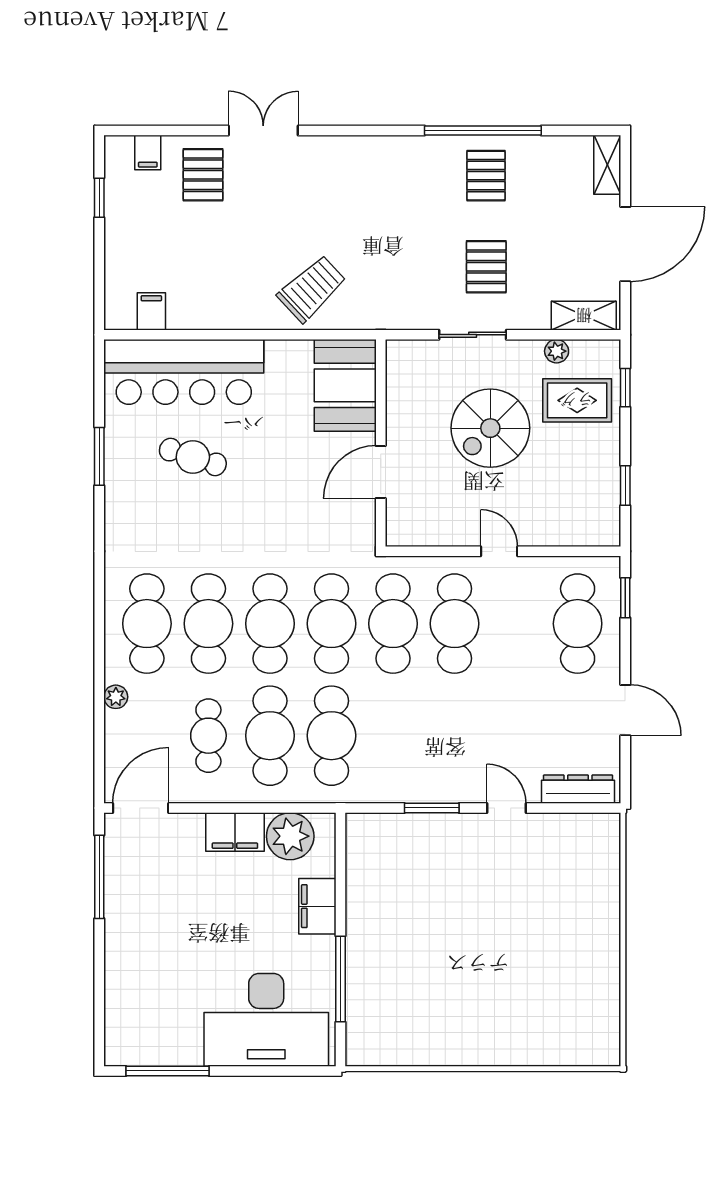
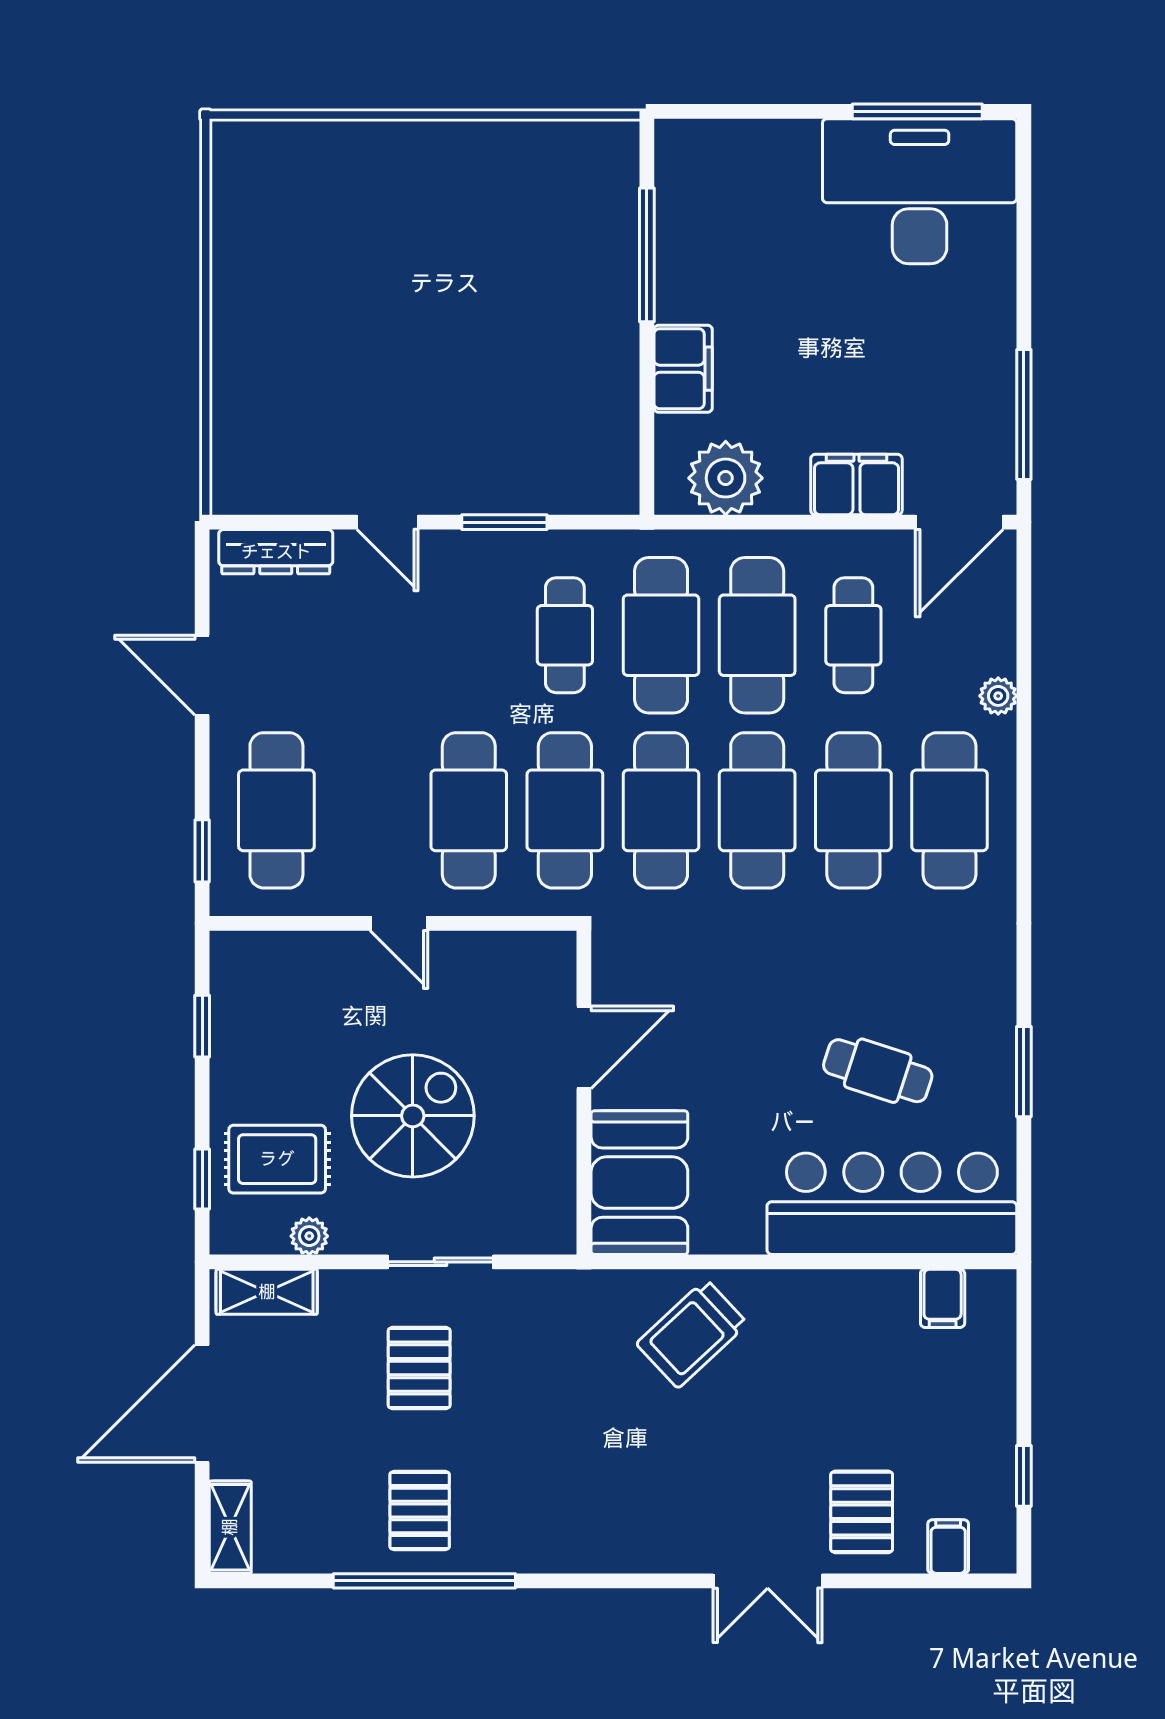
cafe table: (393, 736) -> (565, 635), added
filing cabinet: (235, 832) -> (856, 485), moved
desk: (266, 1020) -> (920, 191), moved

